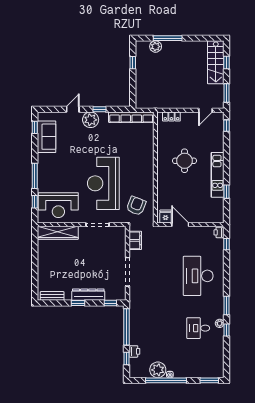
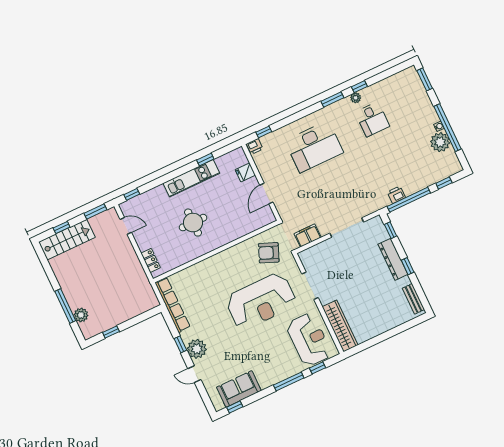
fridge: (166, 217) -> (245, 172), moved
printer: (134, 351) -> (396, 195), moved

